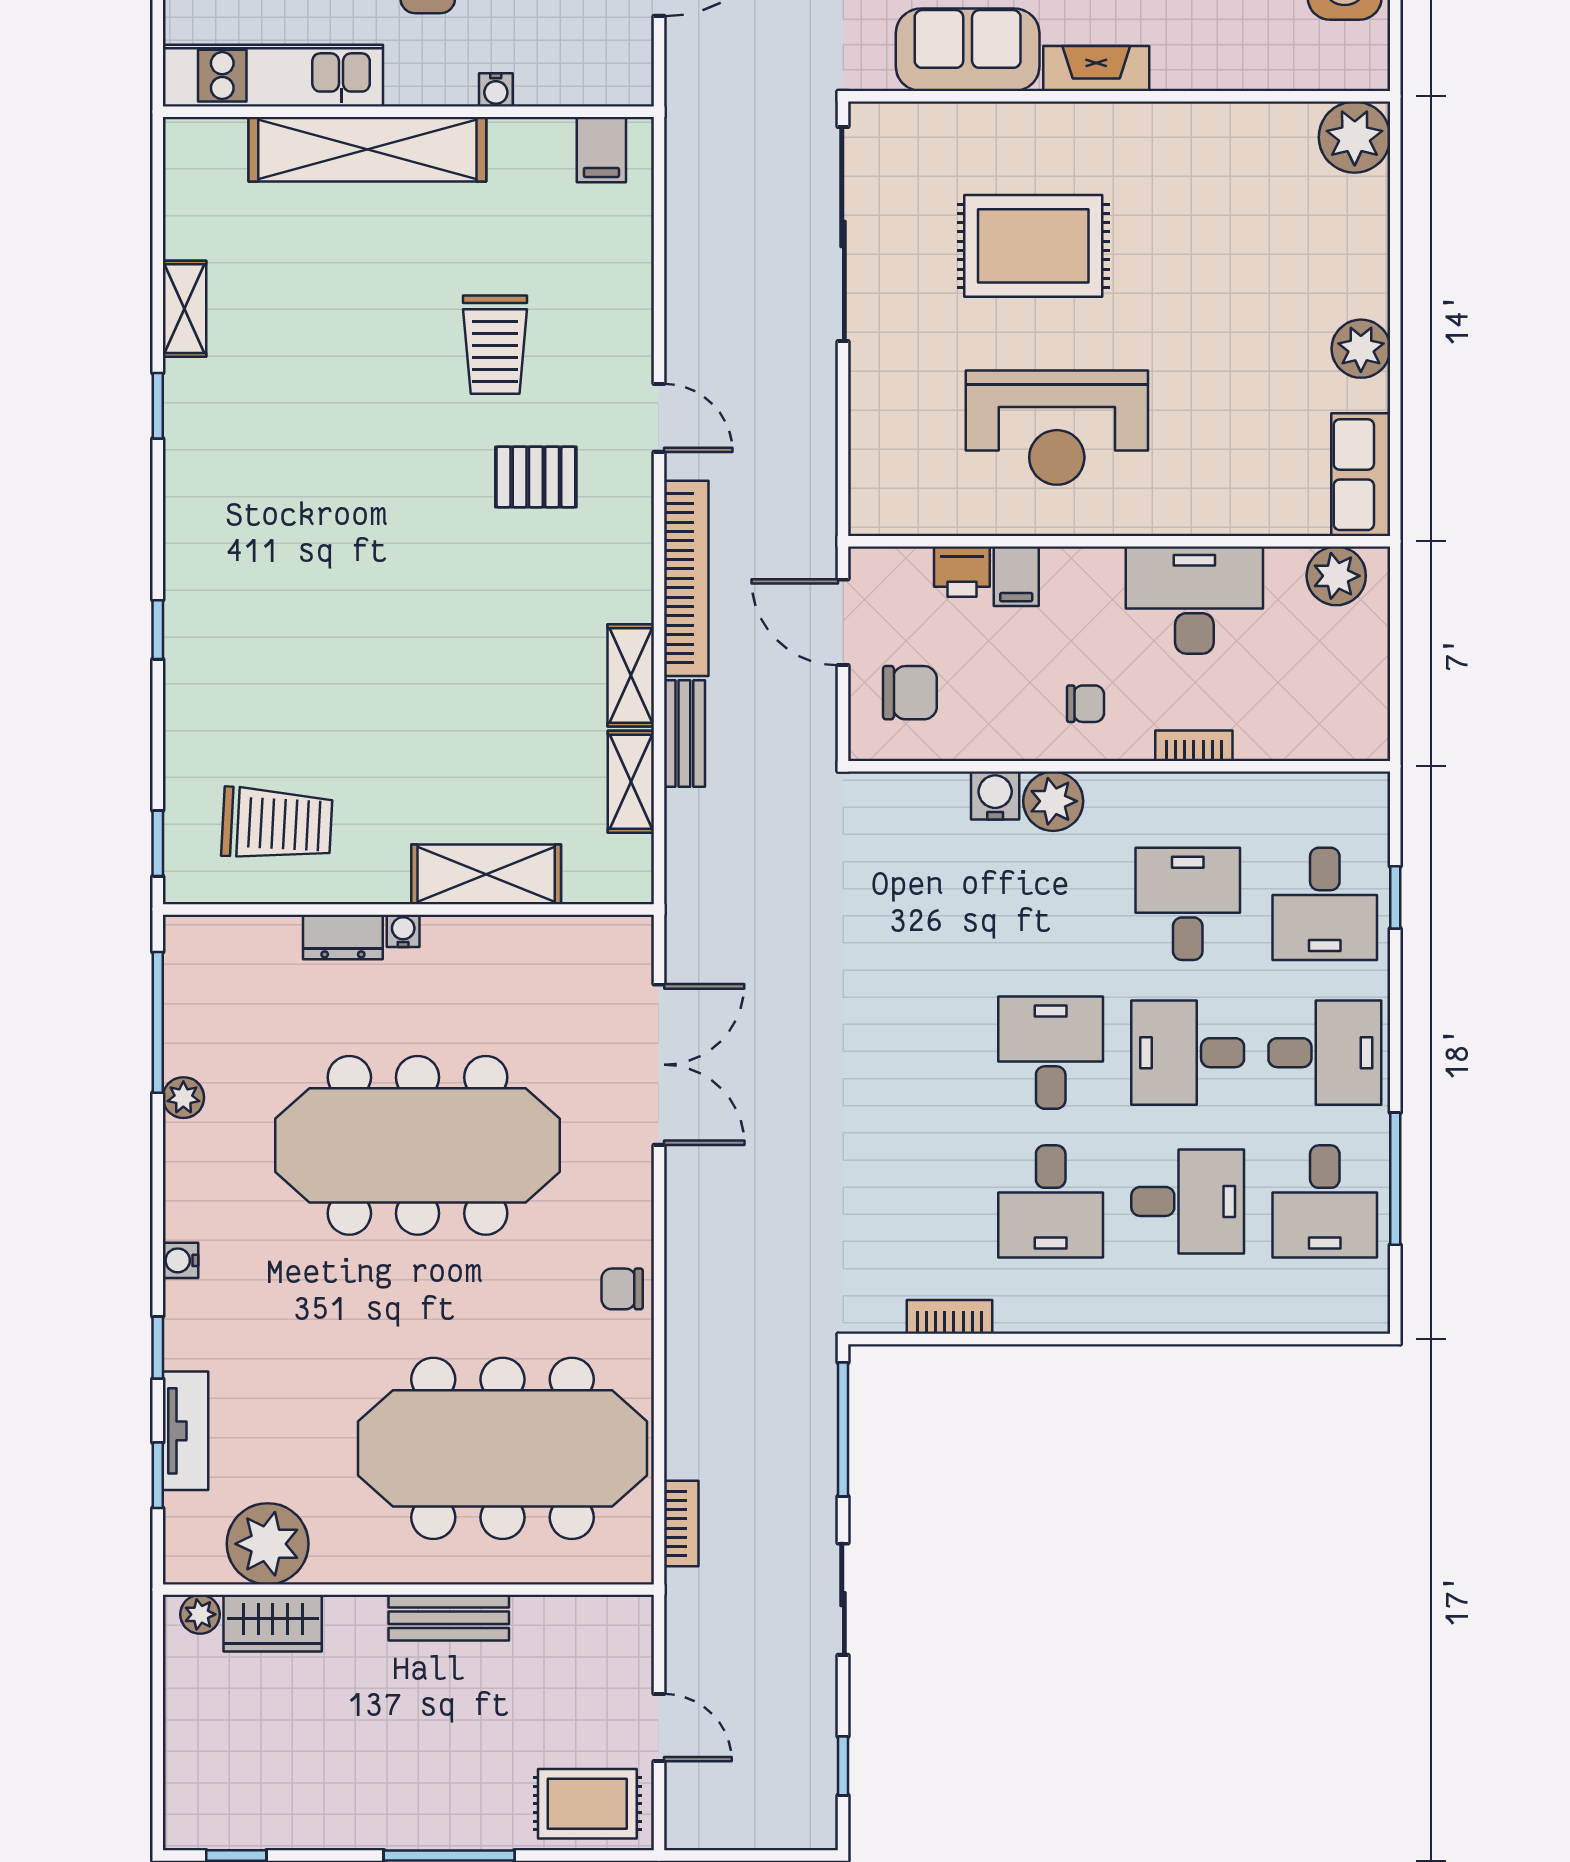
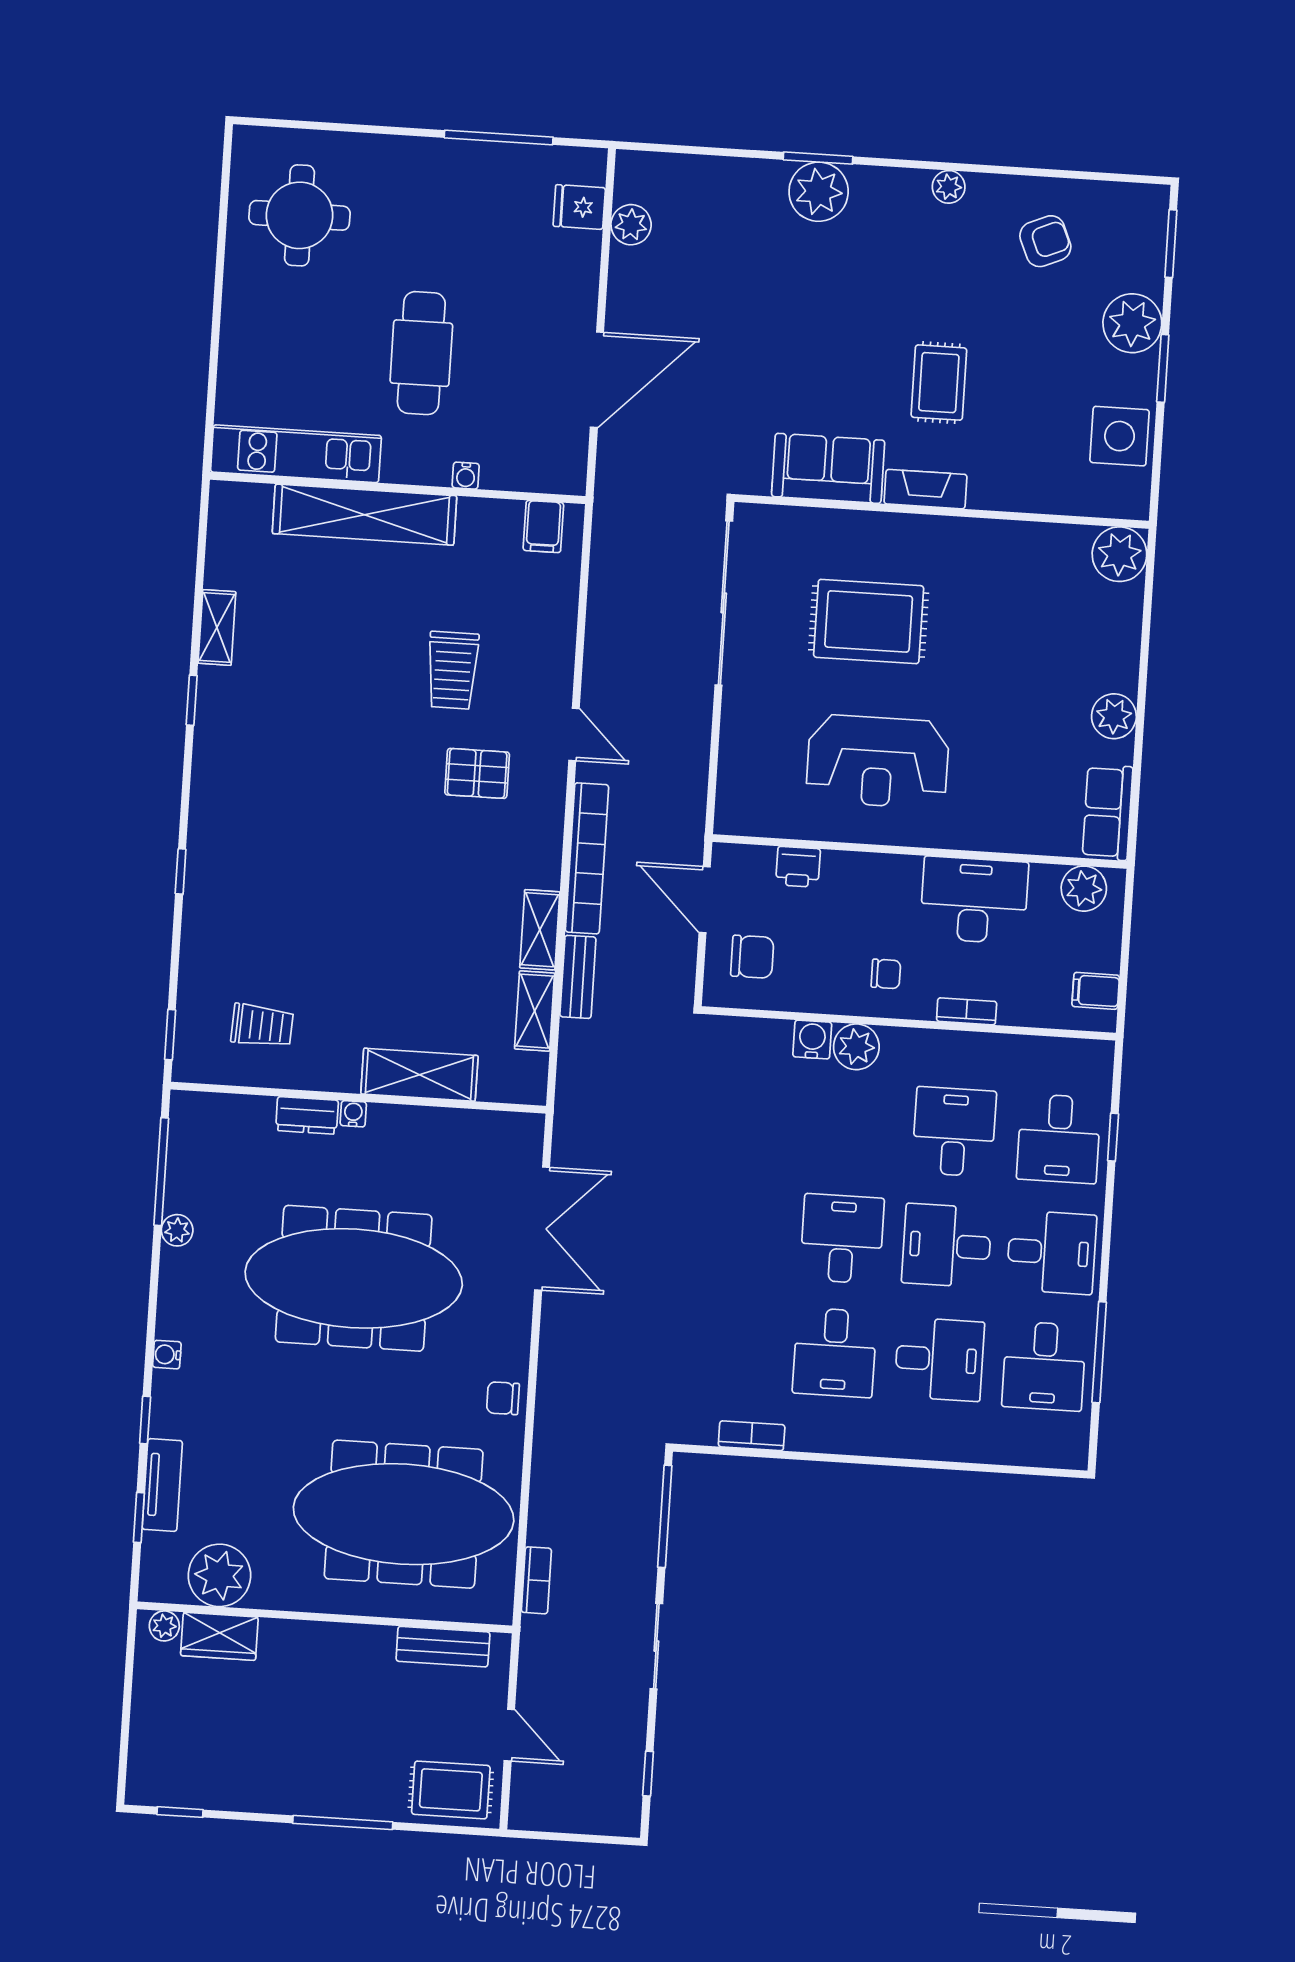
filing cabinet: (1016, 576) -> (1096, 991), moved, turned 90
trolley: (277, 824) -> (262, 1026), width x0.73, depth x0.72
bench: (449, 1618) -> (443, 1647), moved

